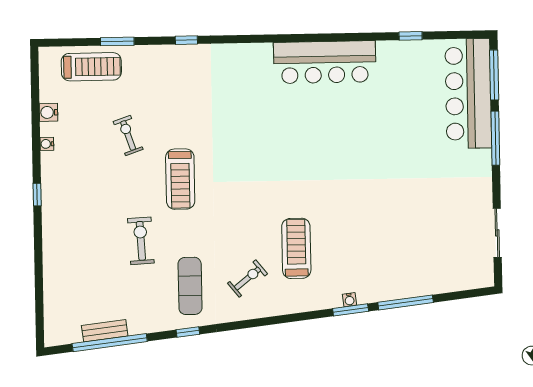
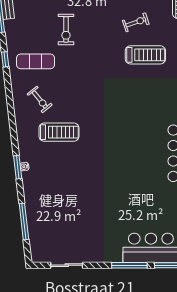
treadmill: (180, 179) -> (145, 55), moved, turned 180
exercise bike: (141, 241) -> (66, 29), turned 93
window: (406, 302) -> (24, 221), moved

